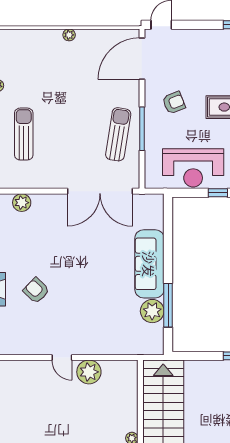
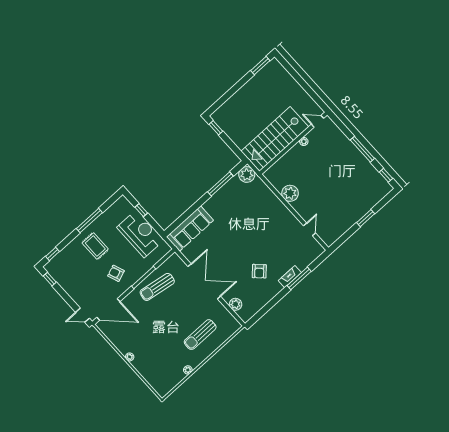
double door: (100, 191) -> (204, 281), moved
sofa: (149, 264) -> (190, 229), moved
armchair: (36, 290) -> (259, 271), moved
plant: (152, 311) -> (247, 175), moved
door: (62, 357) -> (309, 229), moved

